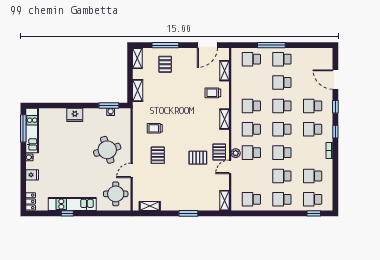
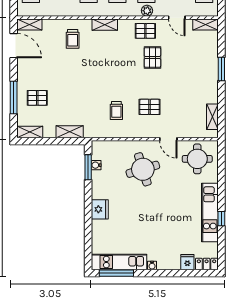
shelving: (224, 71) -> (29, 25), moved
door: (230, 167) -> (177, 18), moved
fridge: (32, 175) -> (187, 262), moved

